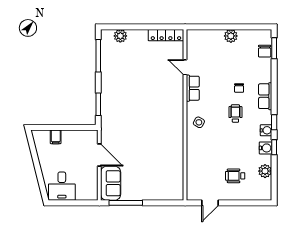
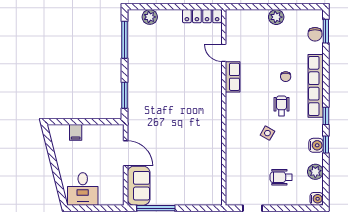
row of seats: (265, 96) -> (316, 86), width x2.02
side table: (199, 122) -> (267, 133), moved
water cooler: (266, 130) -> (317, 199), moved

